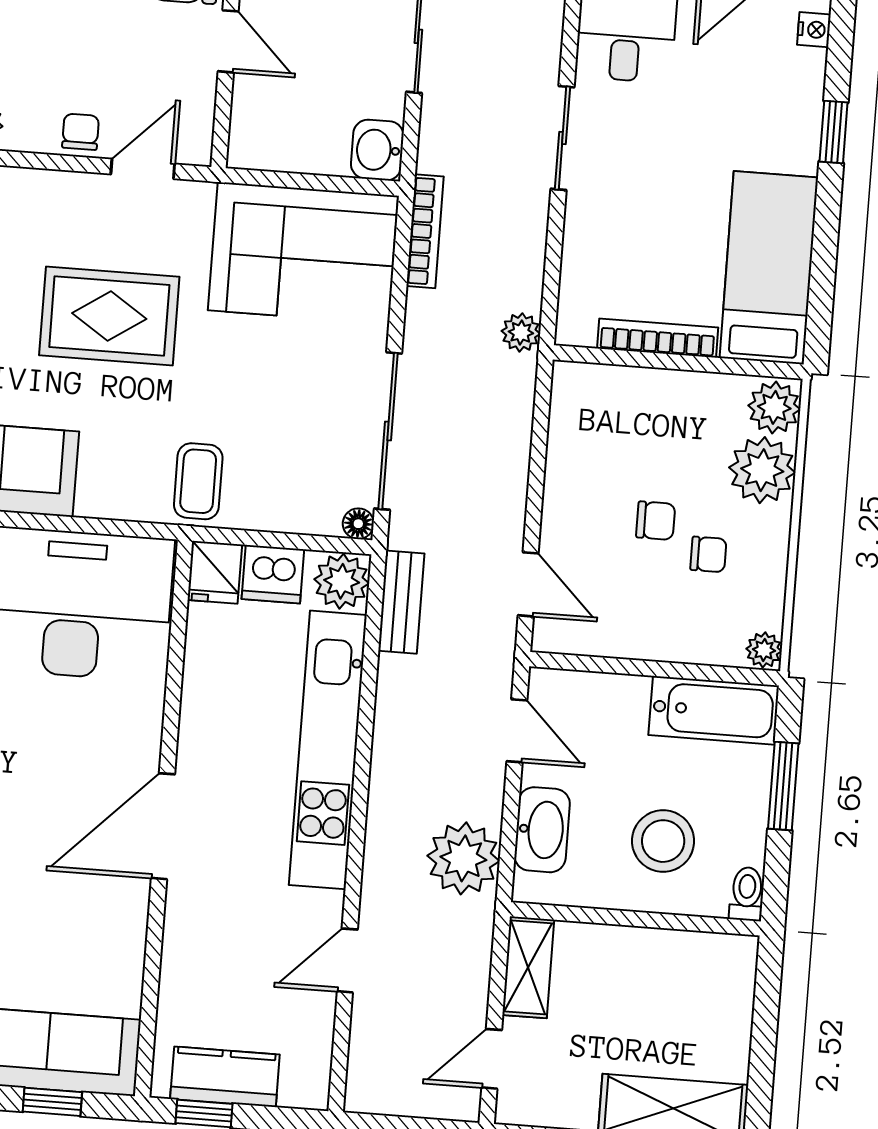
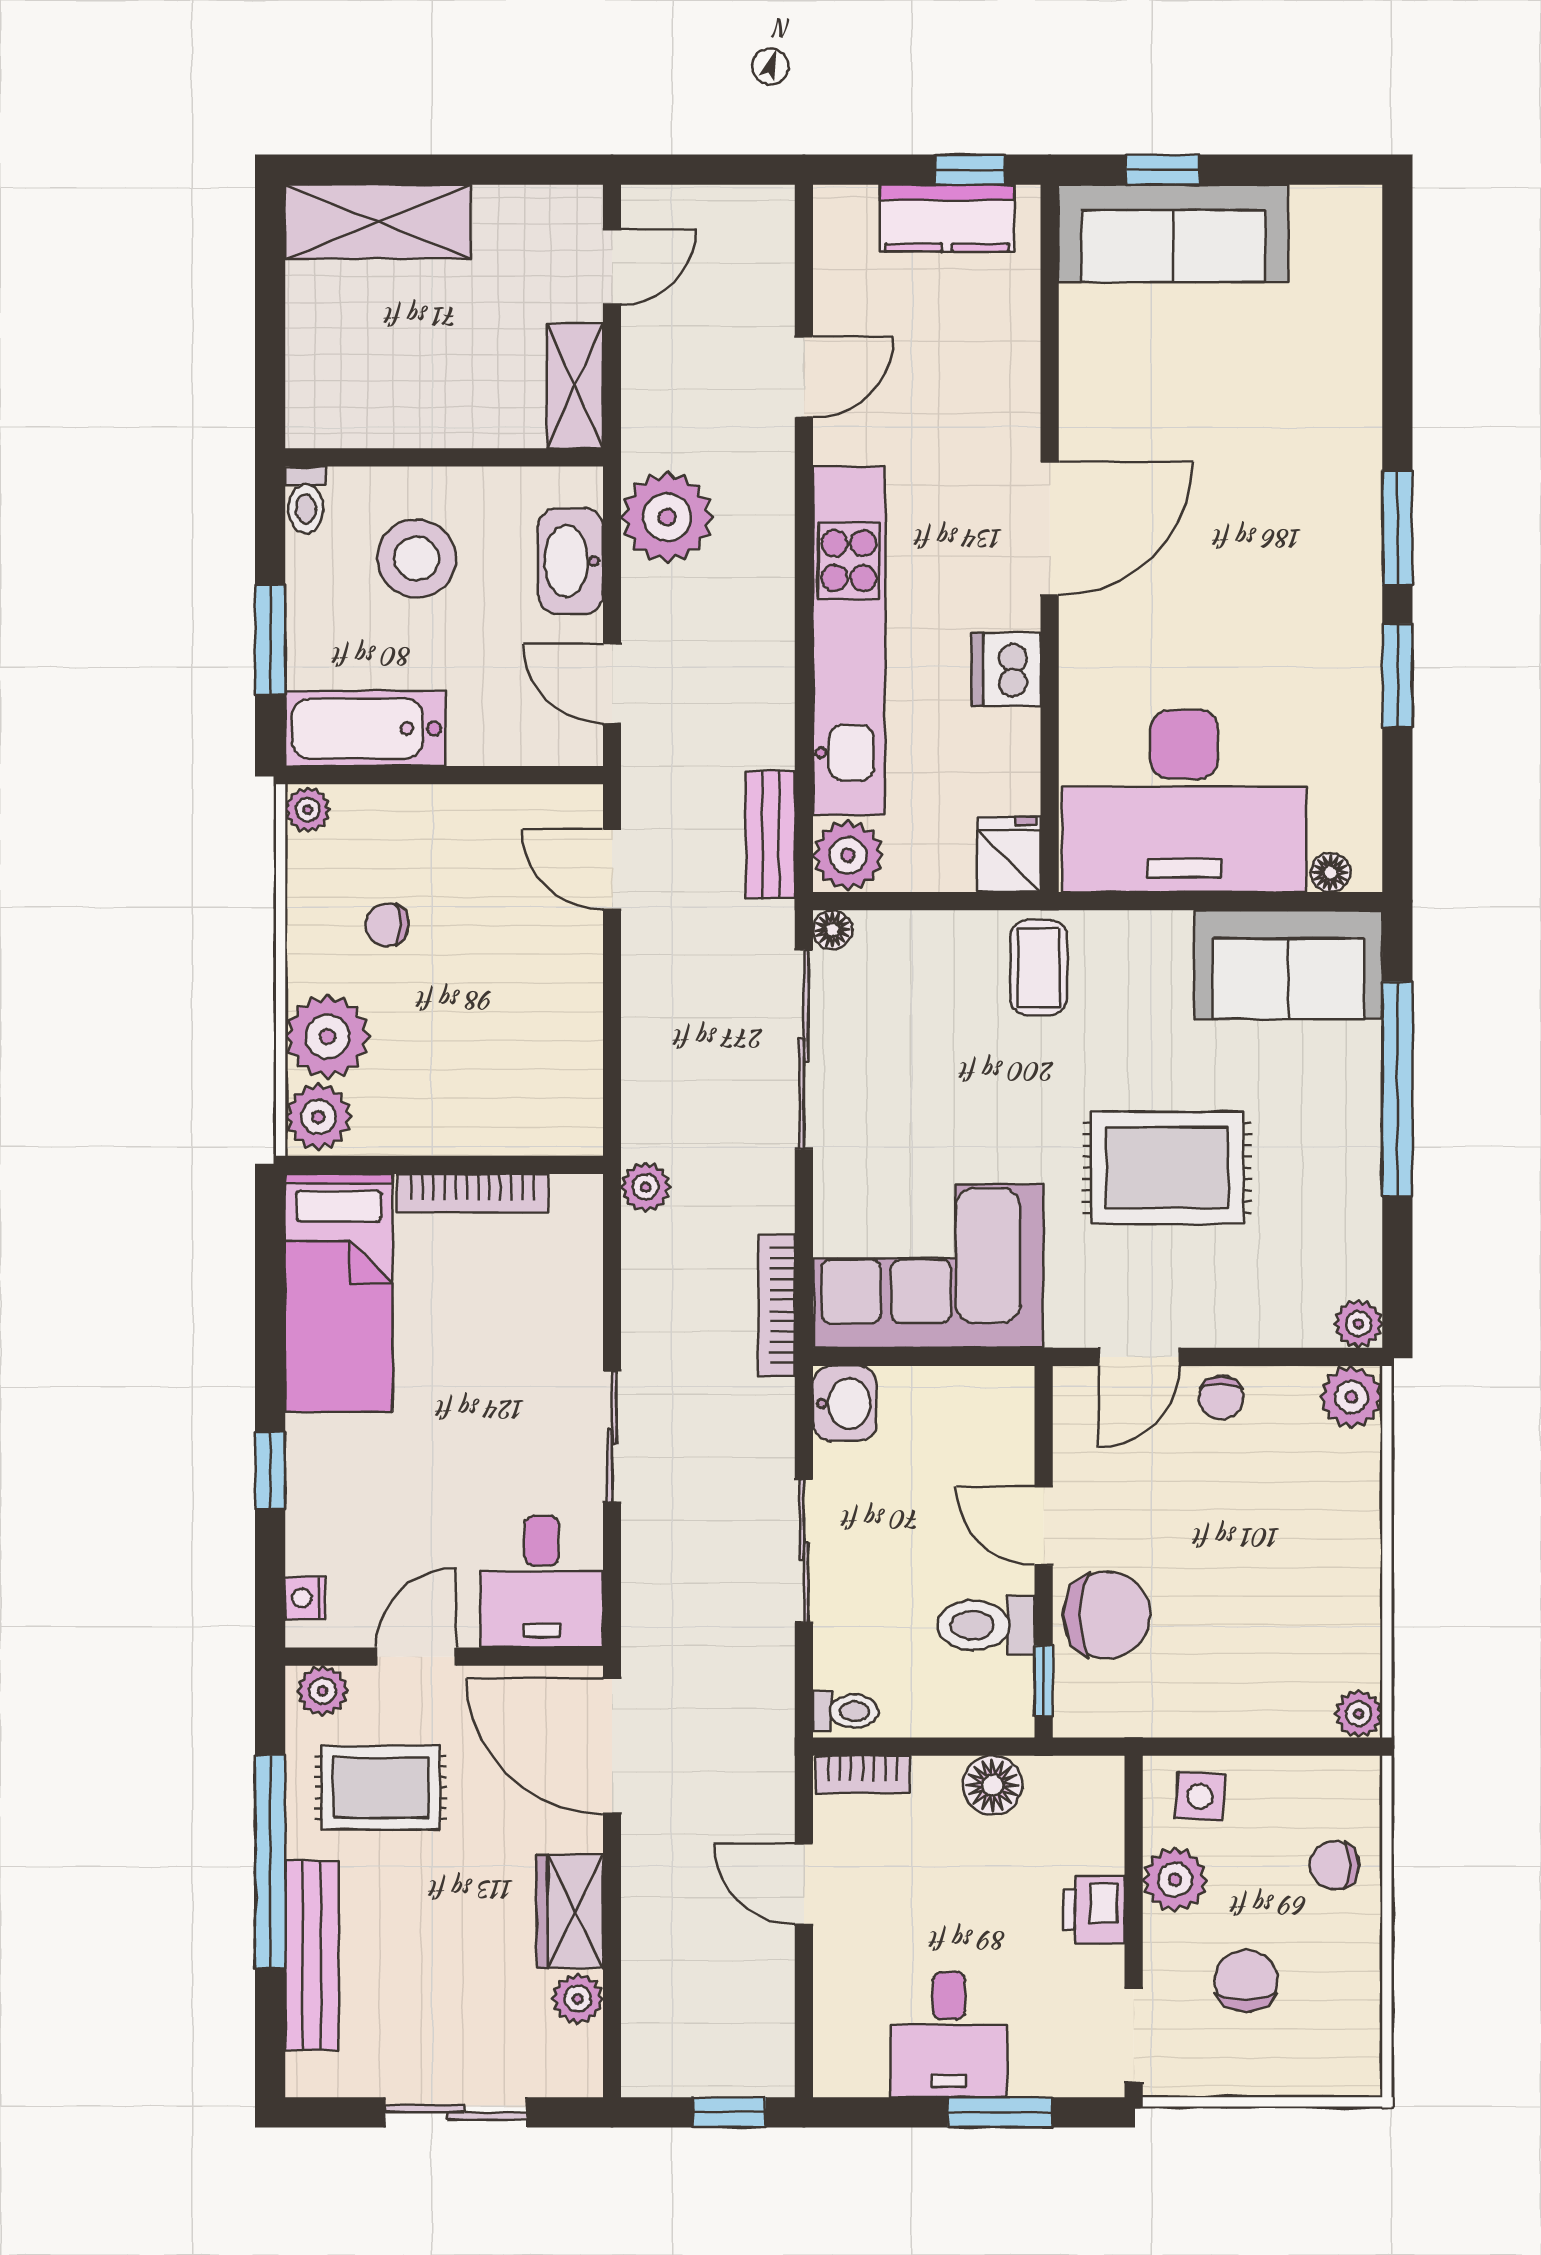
chair: (656, 521) -> (457, 962), removed
dishwasher: (273, 574) -> (1006, 669), moved, turned -90

